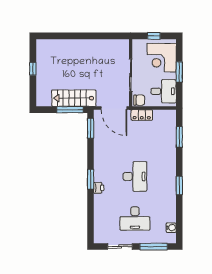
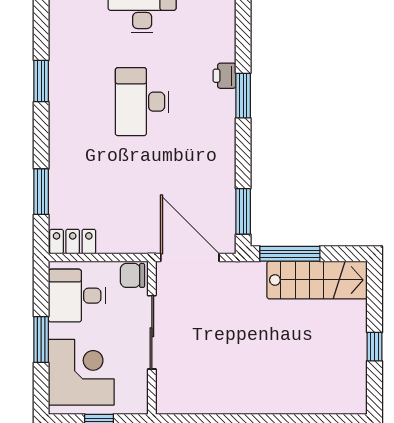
stairs: (74, 98) -> (317, 280), moved
locker: (142, 115) -> (73, 242), moved

